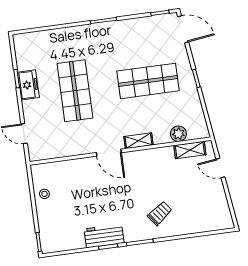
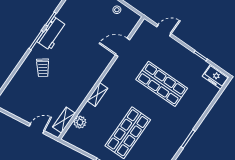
freezer: (28, 85) -> (216, 77), moved
door: (109, 153) -> (123, 47), moved
workbench: (104, 236) -> (52, 34), moved

